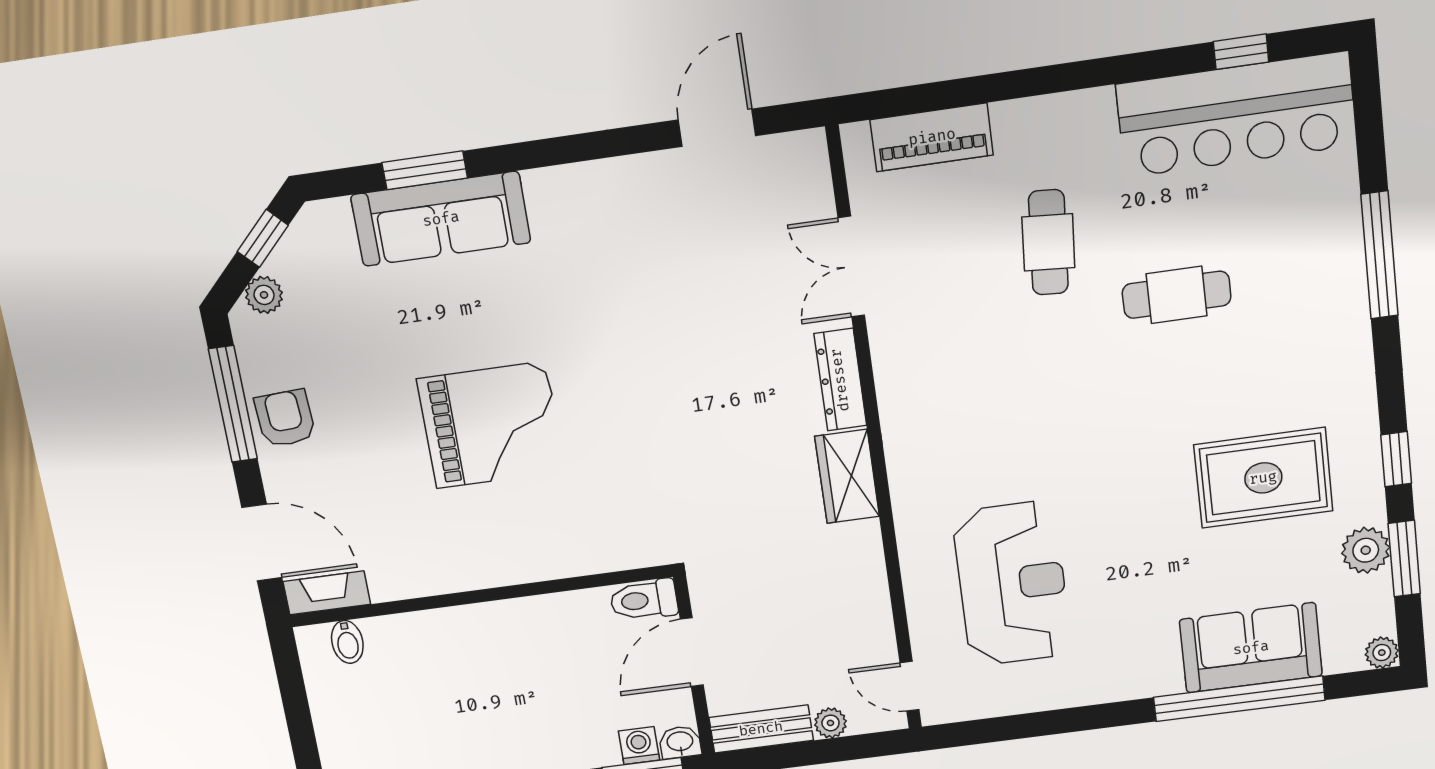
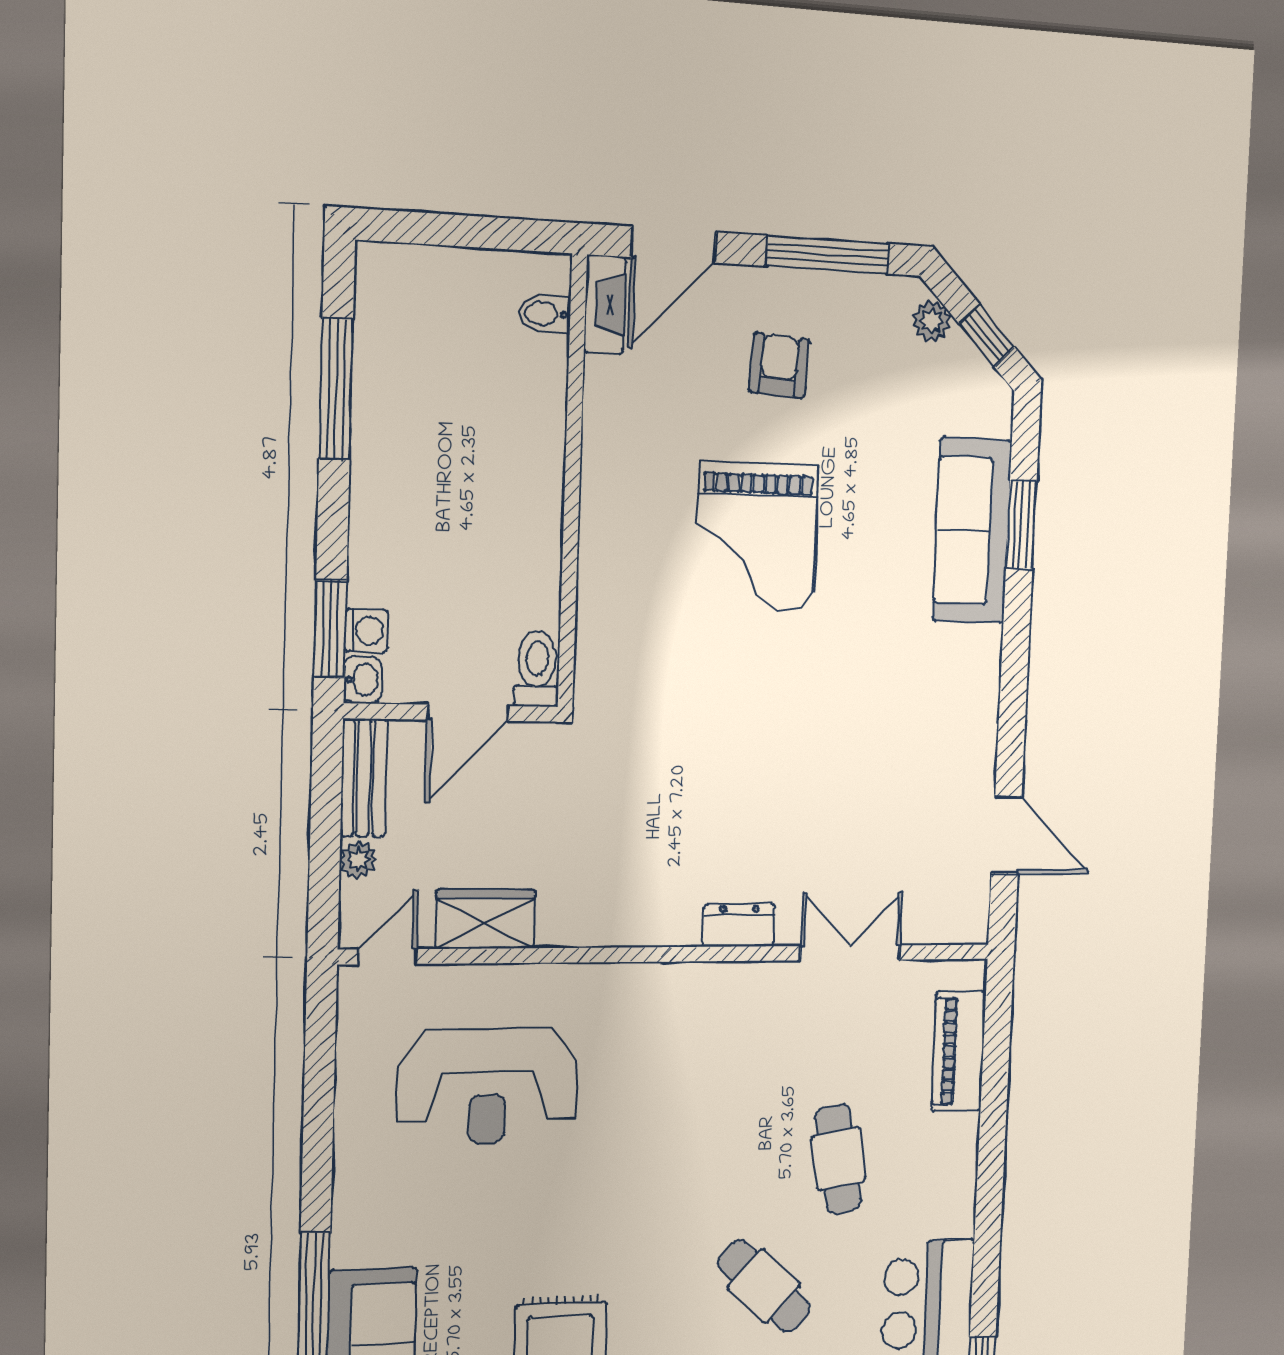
cafe table: (1048, 242) -> (838, 1159), turned 76
cafe table: (1177, 295) -> (764, 1286), turned -47
dresser: (840, 380) -> (739, 925), width x0.70
armchair: (285, 418) -> (779, 366), moved, turned -83
wardrobe: (847, 476) -> (485, 919), moved
door: (692, 652) -> (468, 713), swing flipped

